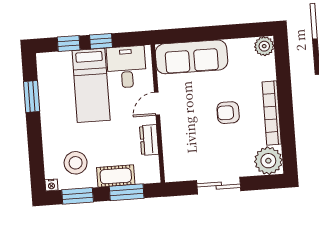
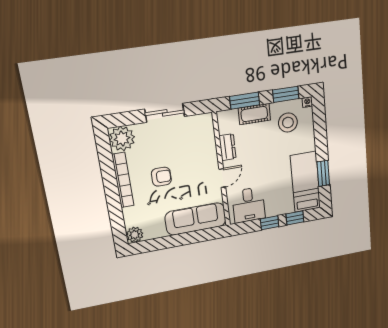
bed: (91, 85) -> (305, 182), moved

